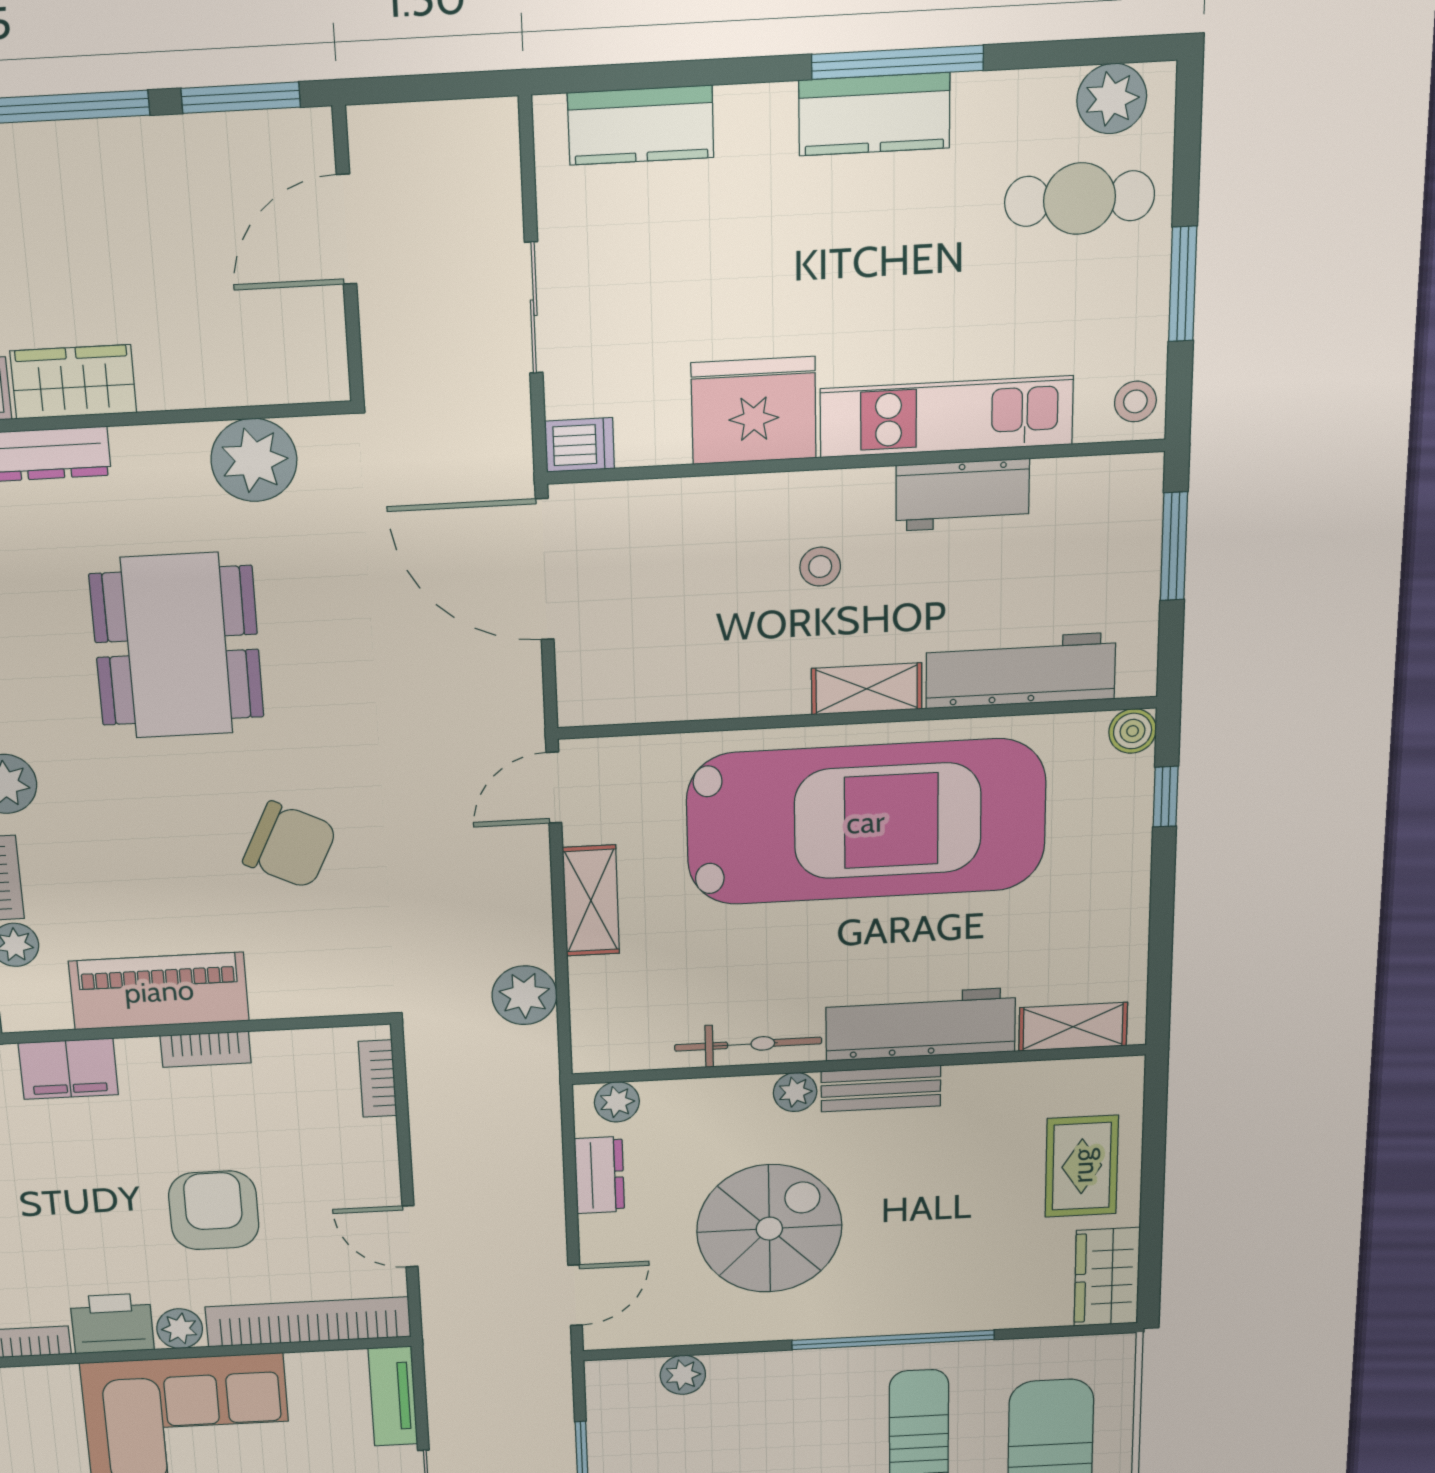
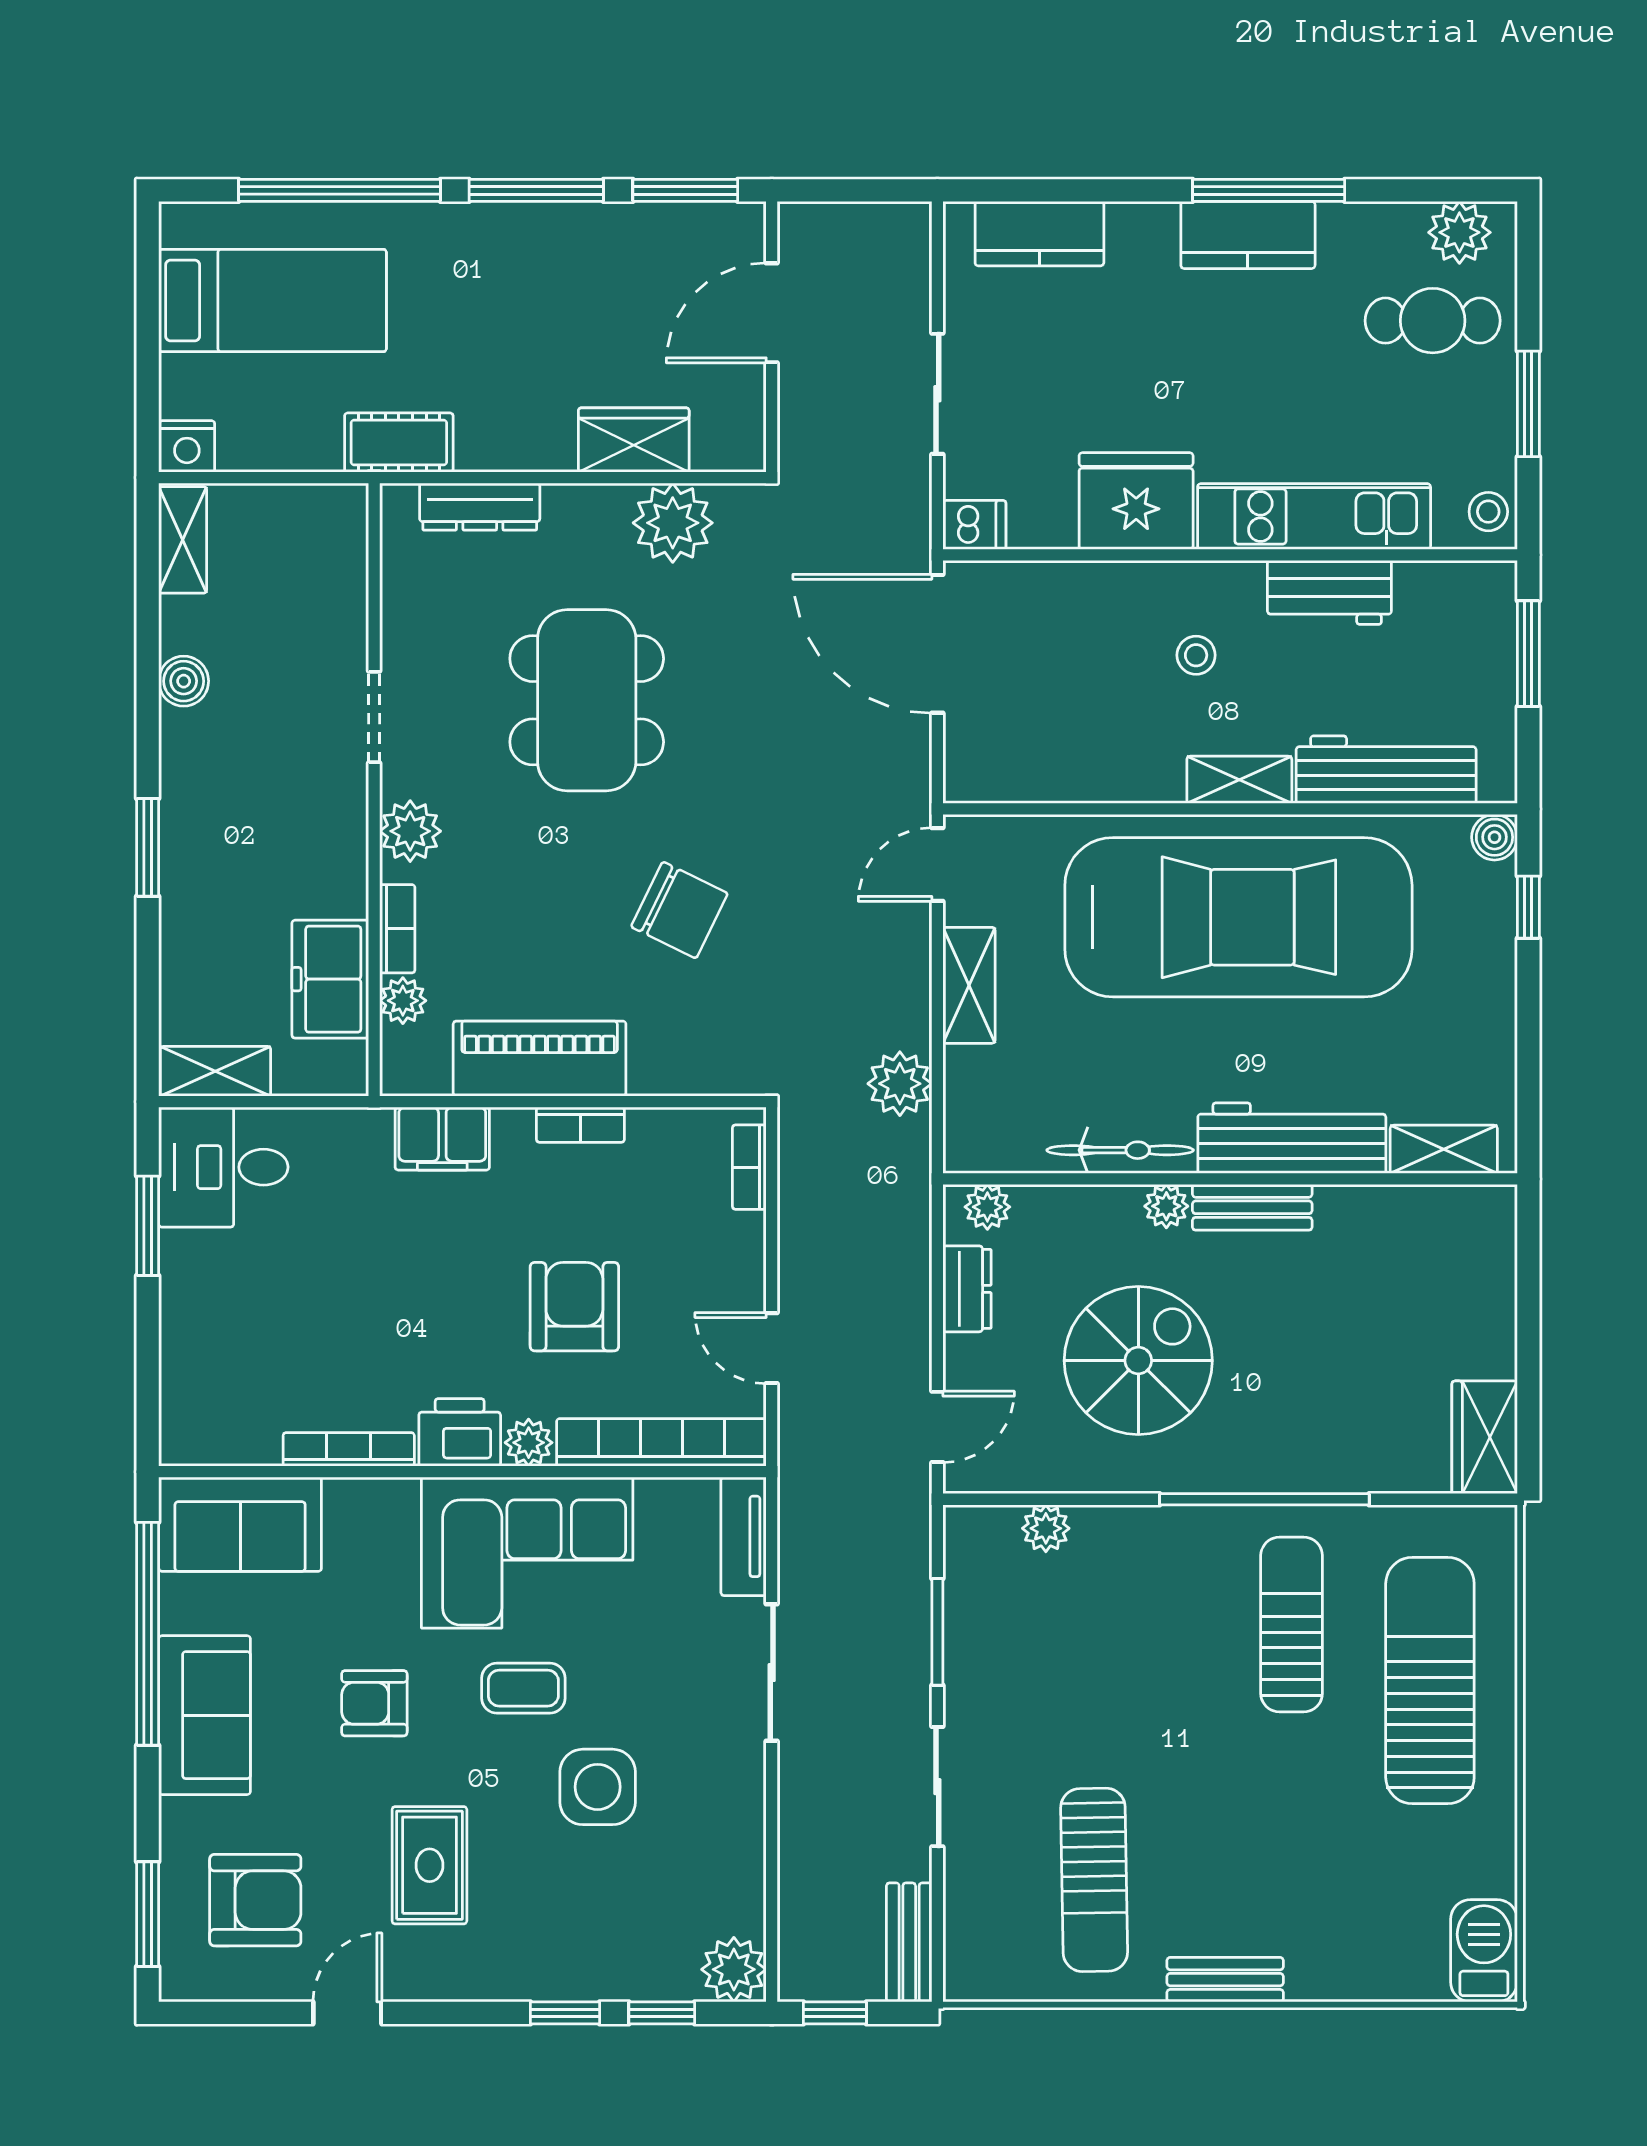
wardrobe: (73, 382) -> (634, 440), moved
rug: (1082, 1166) -> (1456, 1307), removed

